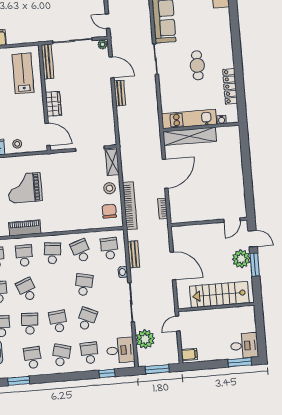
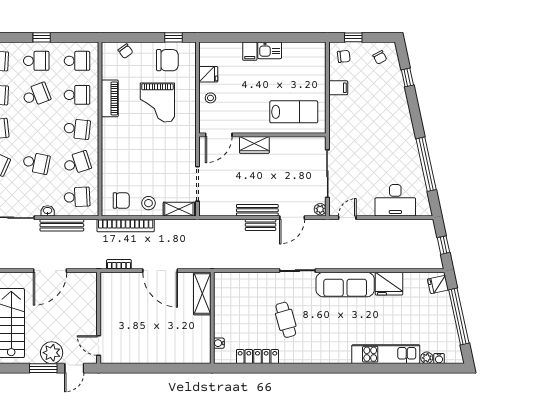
bench: (48, 62) -> (257, 210), moved
cafe table: (197, 65) -> (286, 320), turned 74
kitchen unit: (189, 119) -> (223, 304), removed
shelving: (190, 136) -> (202, 294), width x0.68
grand piano: (25, 188) -> (157, 103), turned 180
bench: (134, 254) -> (62, 225), width x1.36

